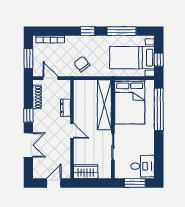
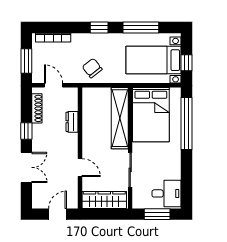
door: (72, 131) -> (80, 168), moved
wardrobe: (86, 171) -> (104, 200), width x1.50

